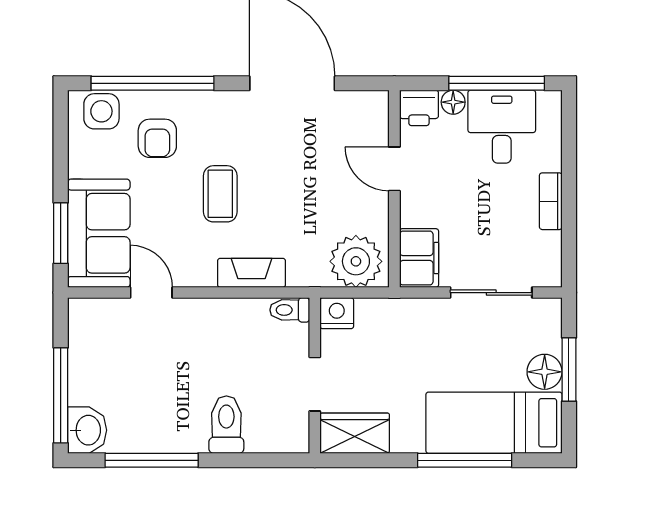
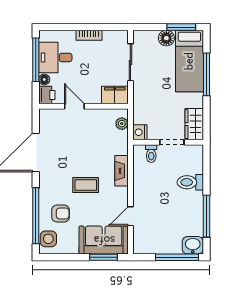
door: (394, 169) -> (74, 106), swing flipped
plant: (356, 261) -> (122, 124), width x0.53, depth x0.53
toilet: (290, 310) -> (151, 154), moved
window: (569, 369) -> (181, 27), moved

